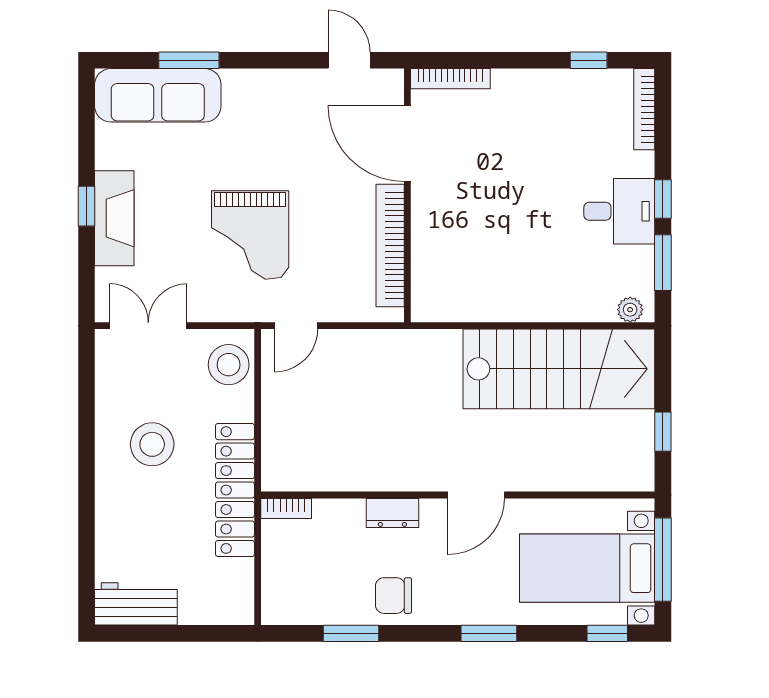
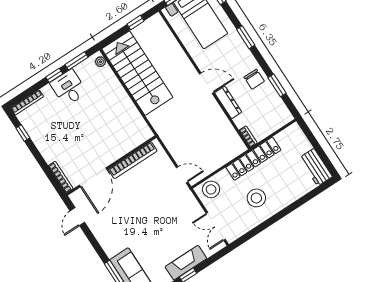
grand piano: (250, 235) -> (161, 211), removed
door: (476, 495) -> (207, 83), moved
dresser: (392, 513) -> (228, 102), width x1.44

